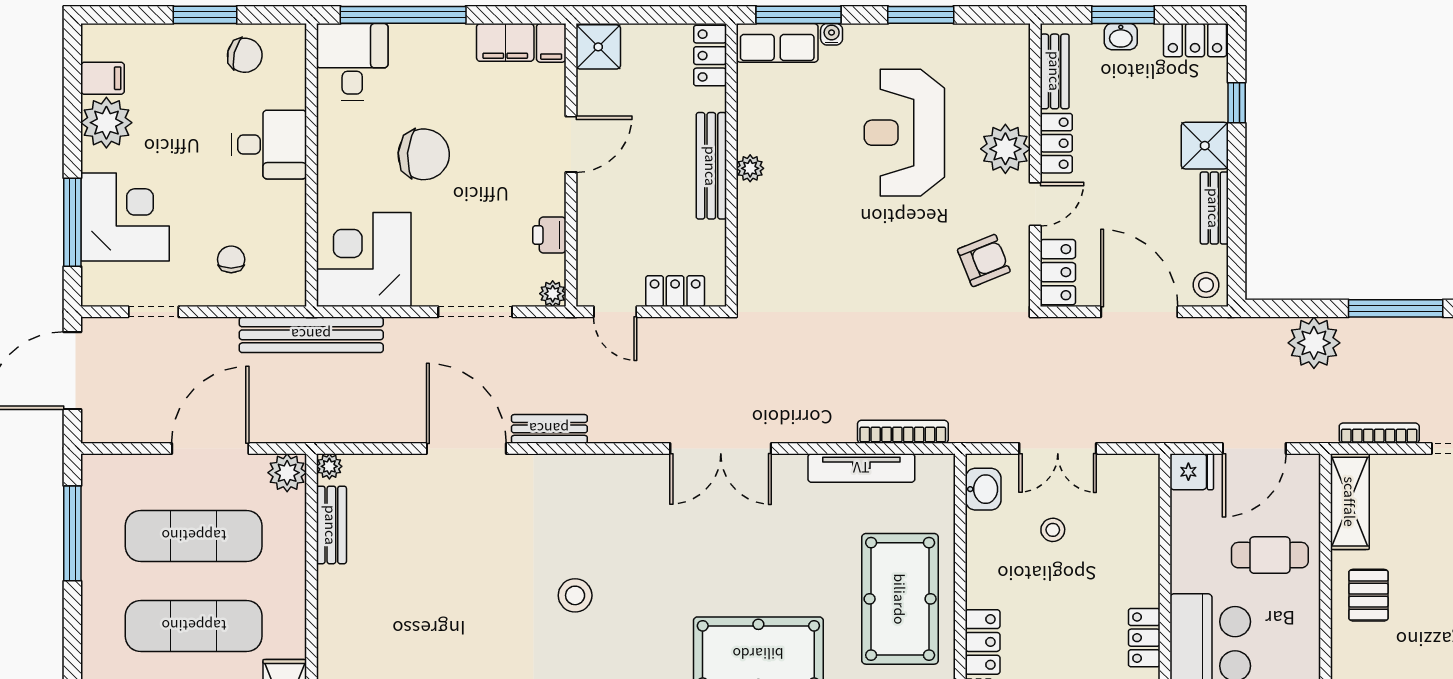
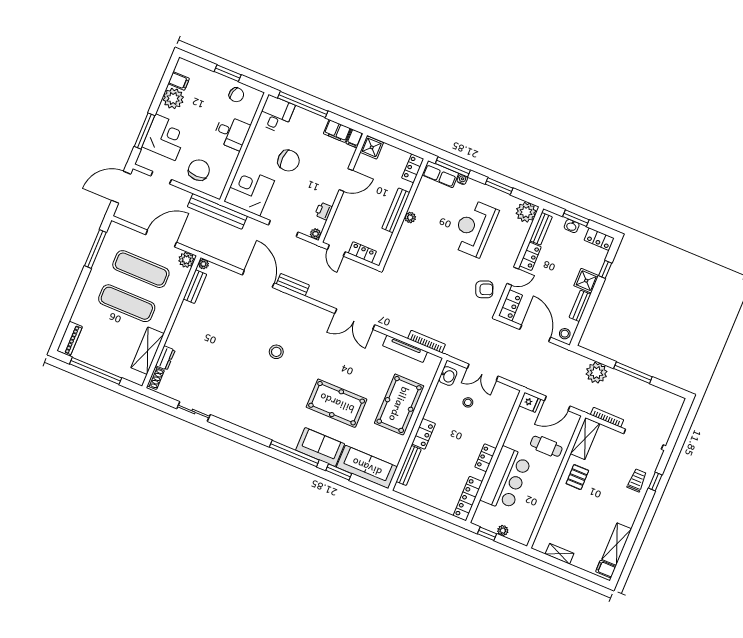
plant: (1005, 149) -> (526, 212), moved
chair: (231, 259) -> (199, 170), width x1.87, depth x1.87

